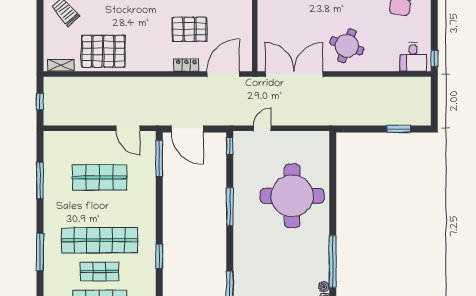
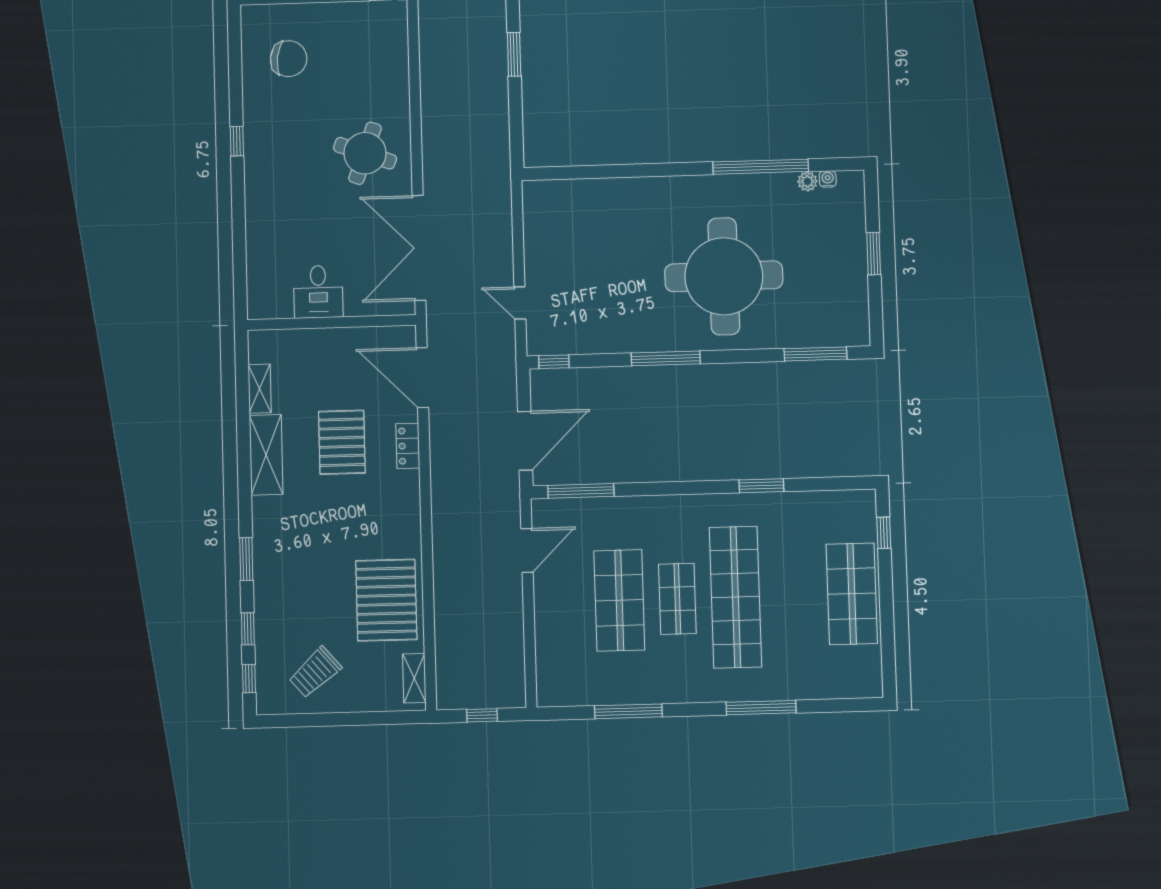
desk: (413, 57) -> (318, 292), moved, turned 90
round table: (292, 196) -> (724, 276), moved
shop shelf: (100, 272) -> (677, 599), moved

